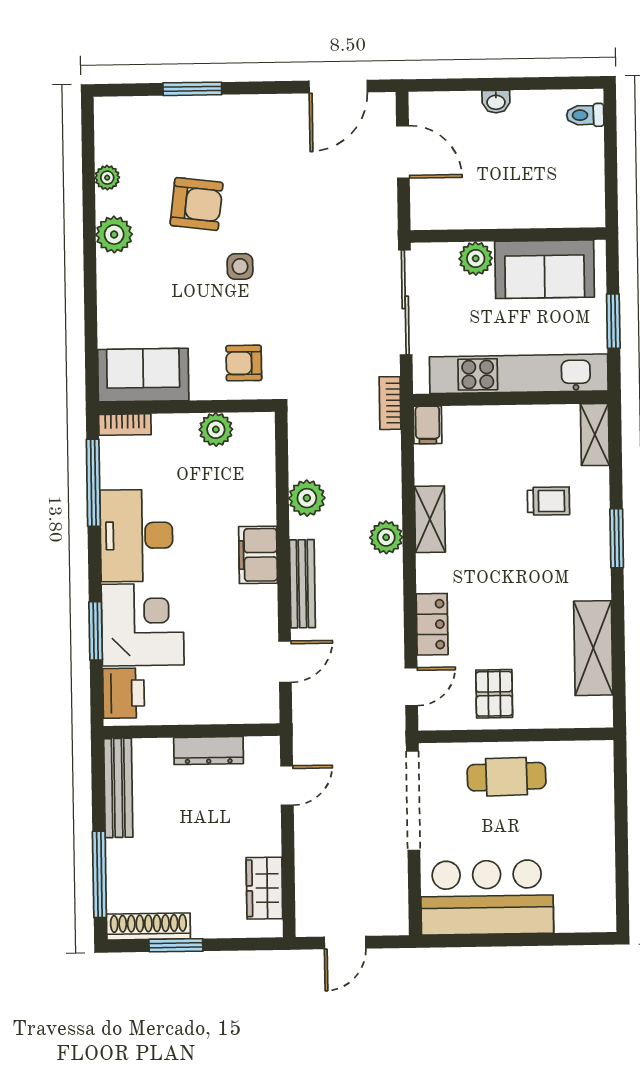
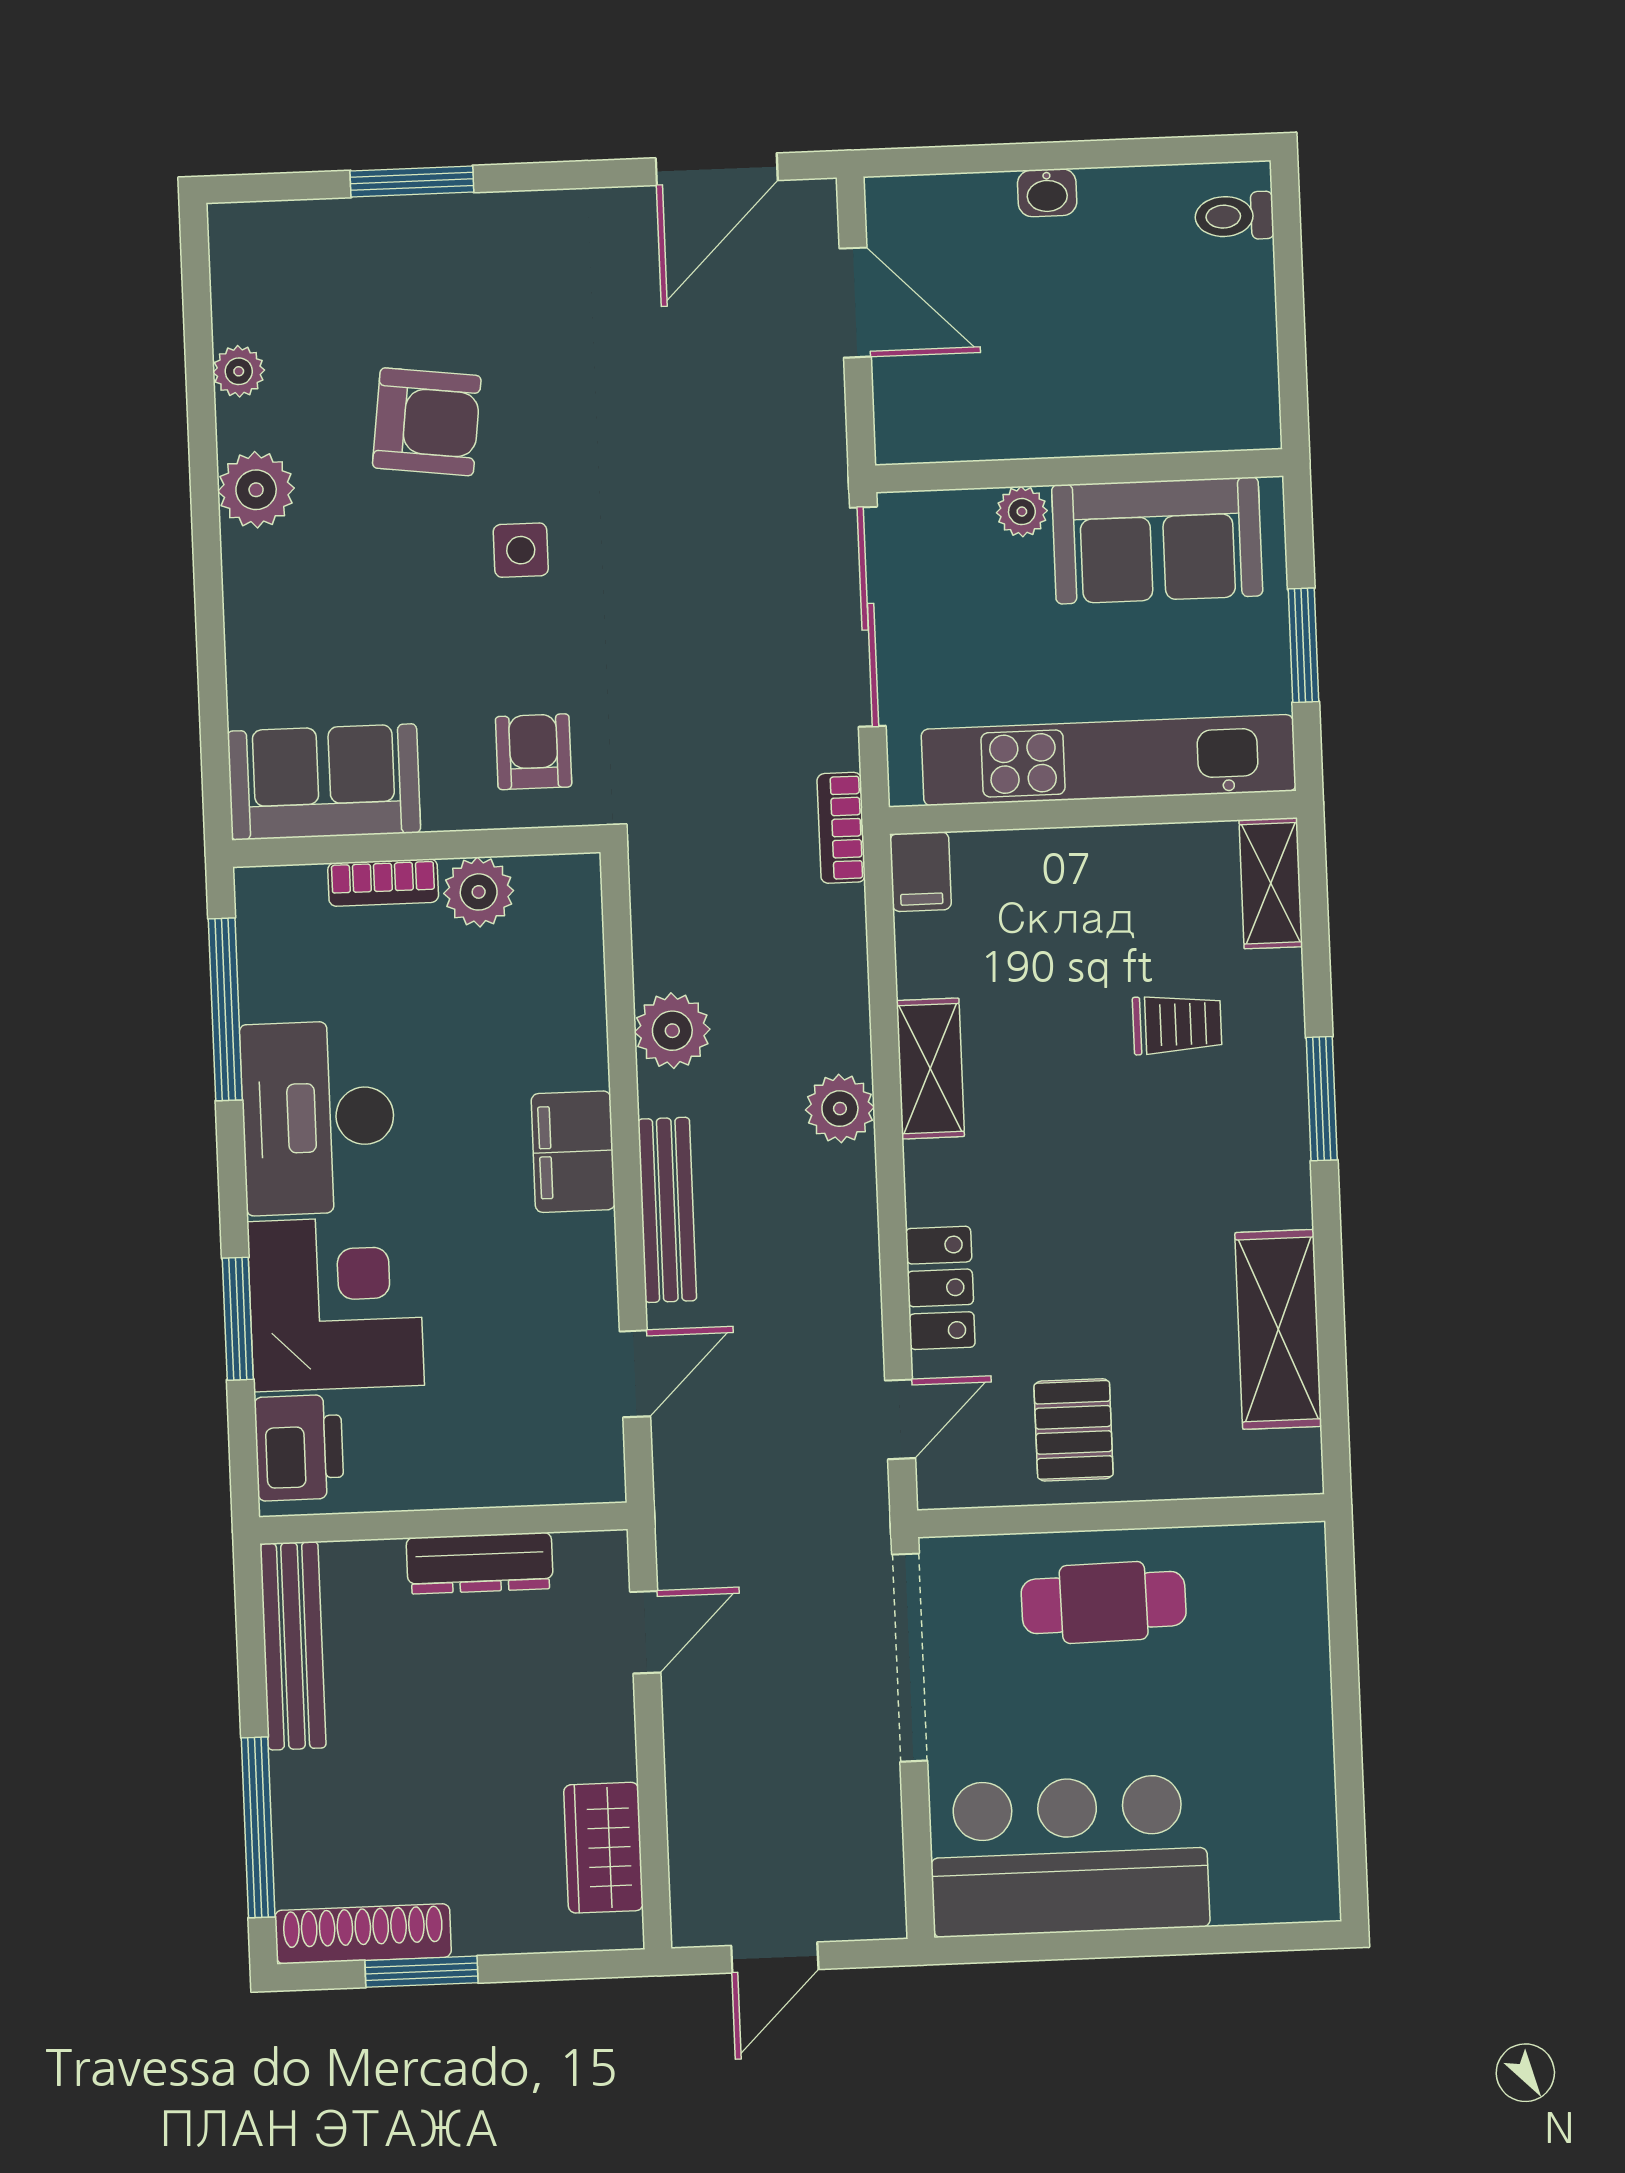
plant: (476, 258) -> (1022, 512), width x0.73, depth x0.73
armchair: (244, 363) -> (534, 752), turned 90
bookcase: (125, 425) -> (383, 883), moved

